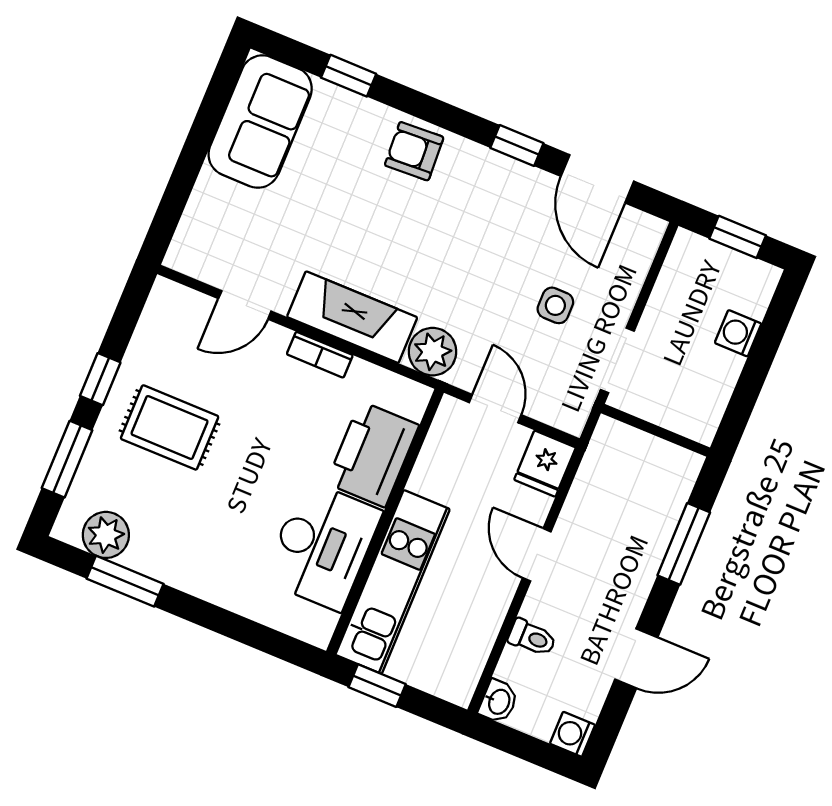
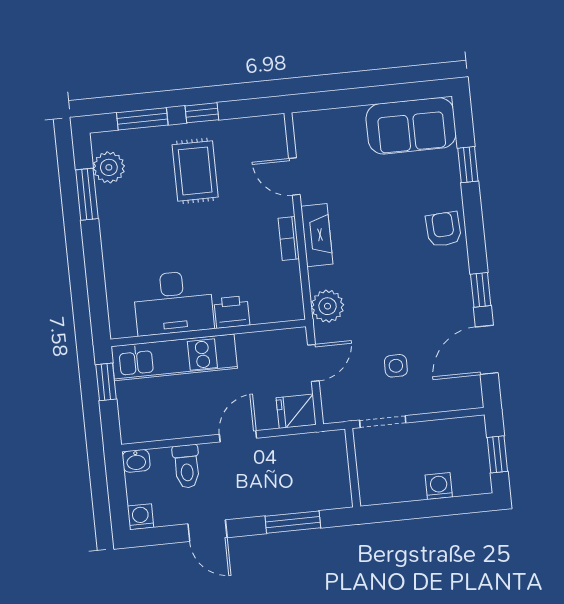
fireplace: (352, 317) -> (317, 235), width x0.73, depth x0.76
printer: (373, 454) -> (232, 312), width x0.53, depth x0.68
toilet: (532, 638) -> (187, 466), width x1.37, depth x1.39

